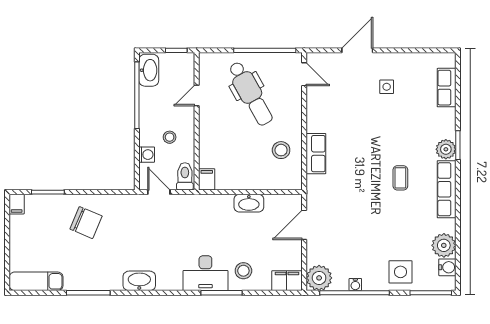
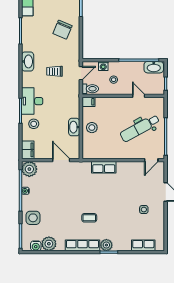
stool: (281, 150) -> (92, 128), moved
trolley: (156, 236) -> (54, 71), added

